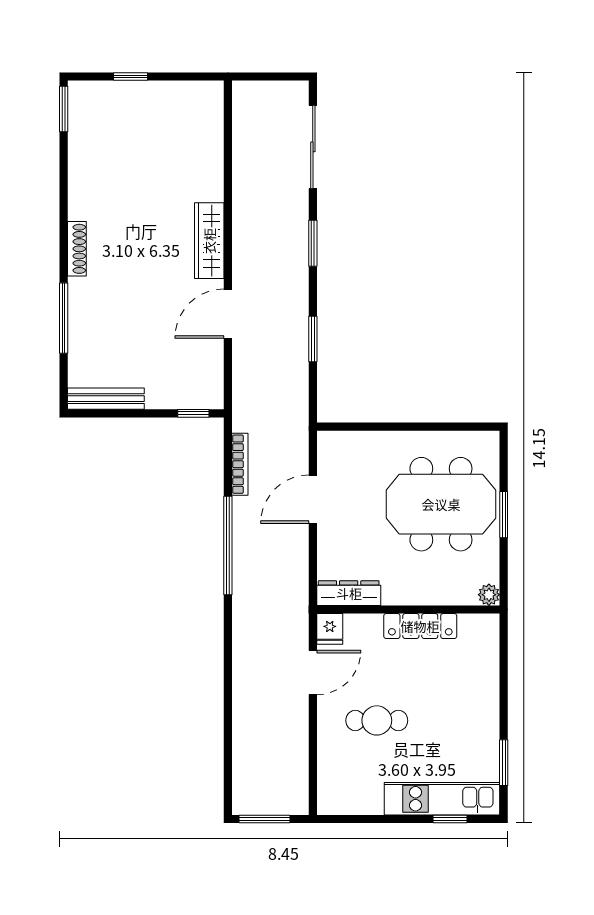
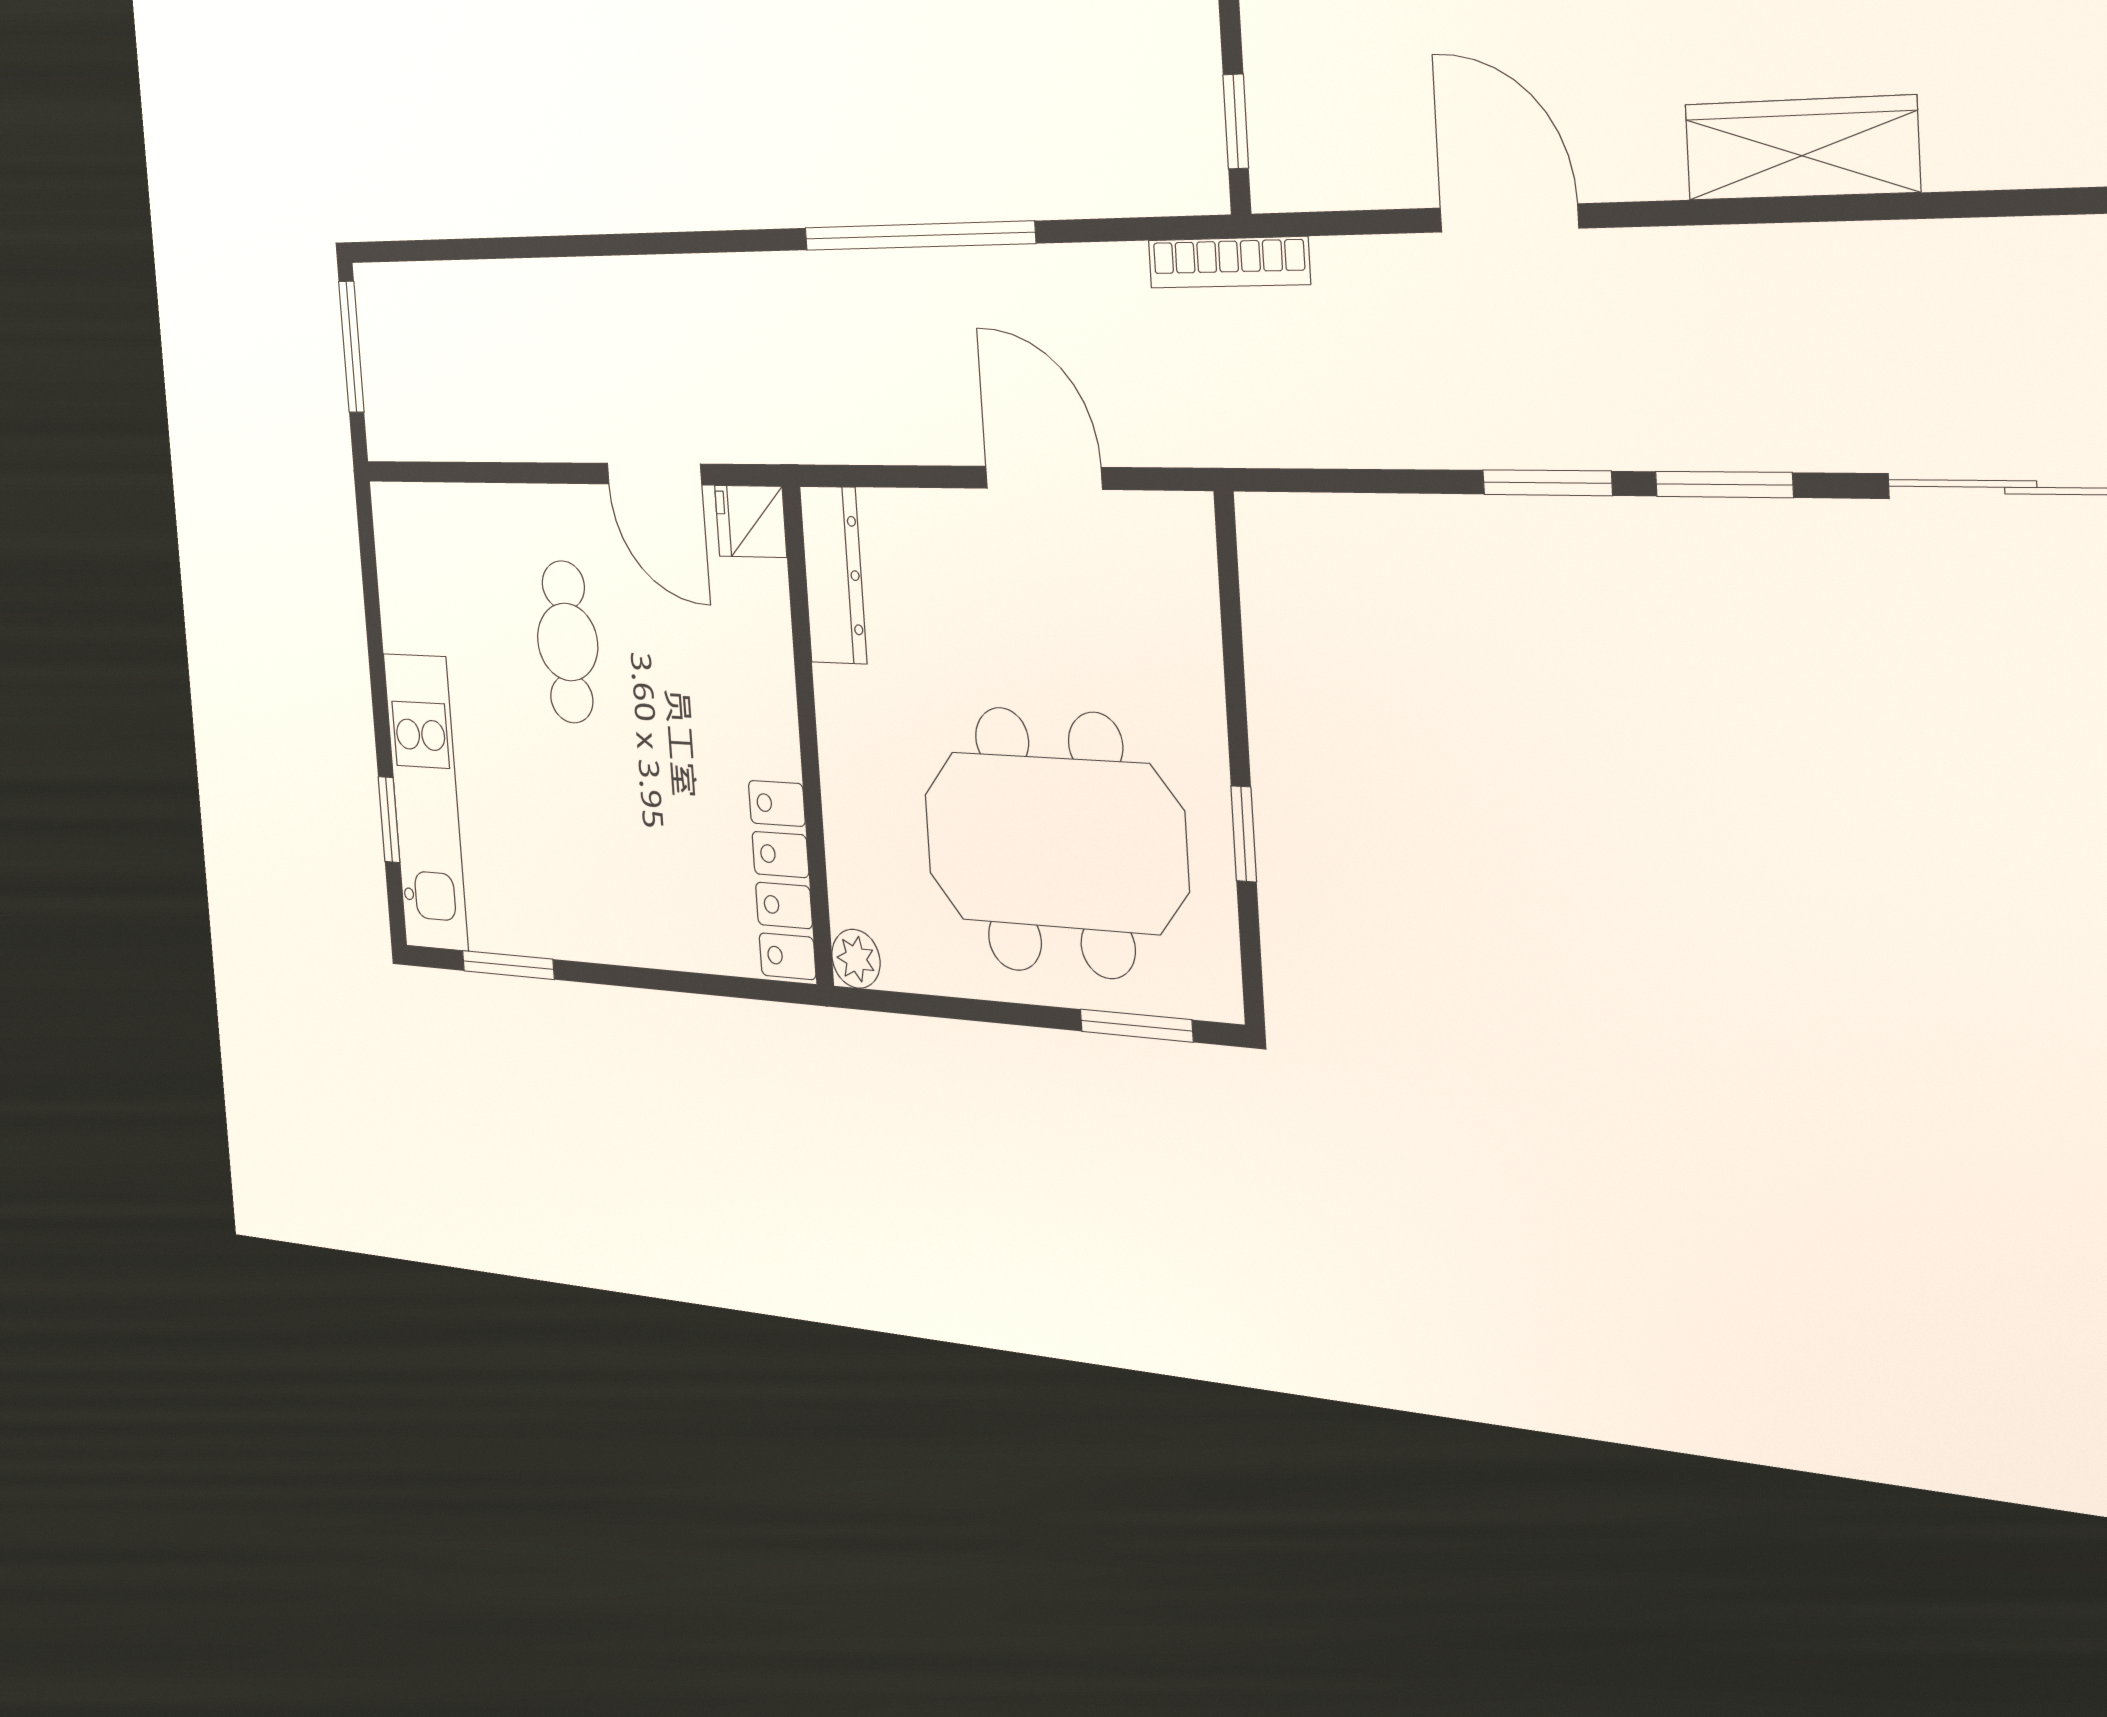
wardrobe: (209, 241) -> (1801, 148), moved
window: (313, 339) -> (1547, 483), moved
window: (434, 427) -> (1244, 834), added
bookcase: (240, 464) -> (1229, 262), moved
meeting table: (441, 504) -> (1055, 843), turned 90
window: (504, 515) -> (1136, 1026), moved
locker: (420, 626) -> (782, 880), moved

